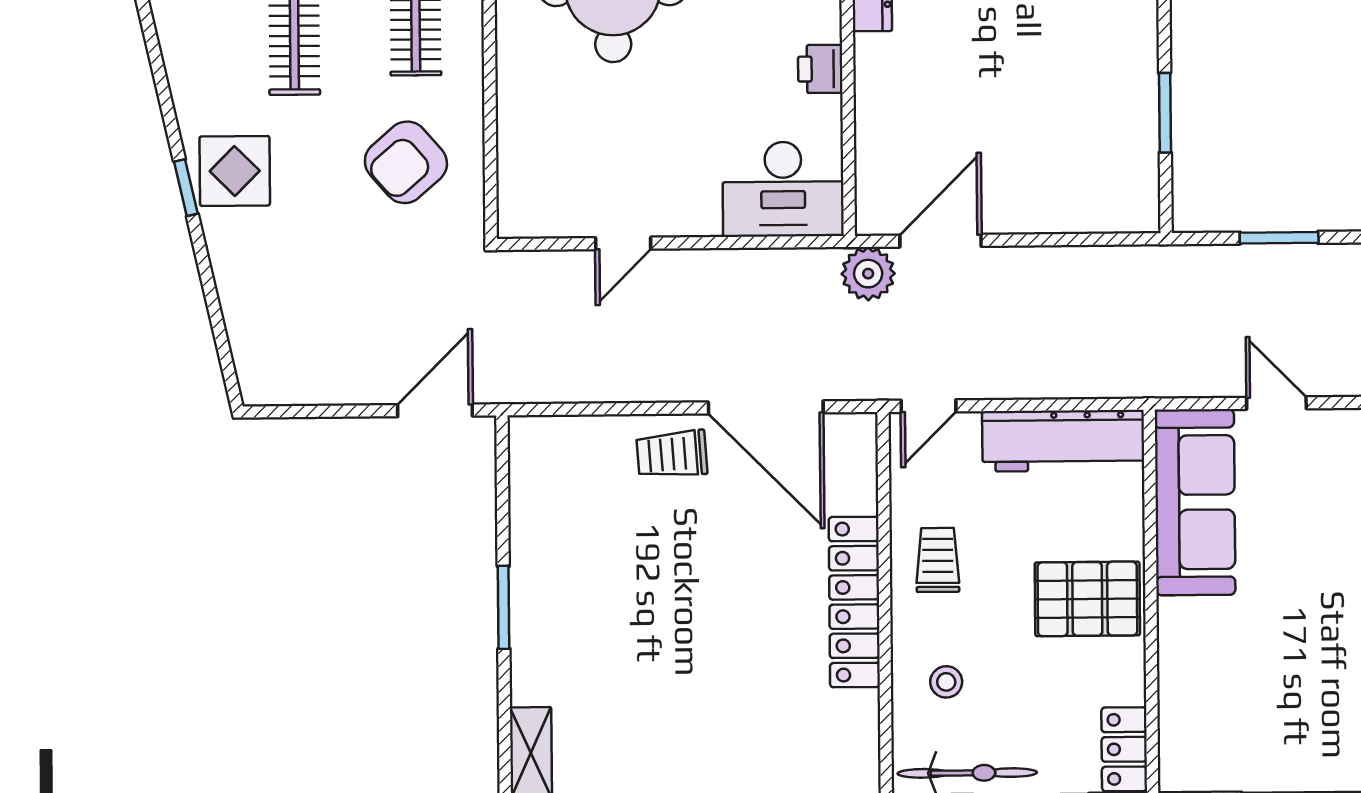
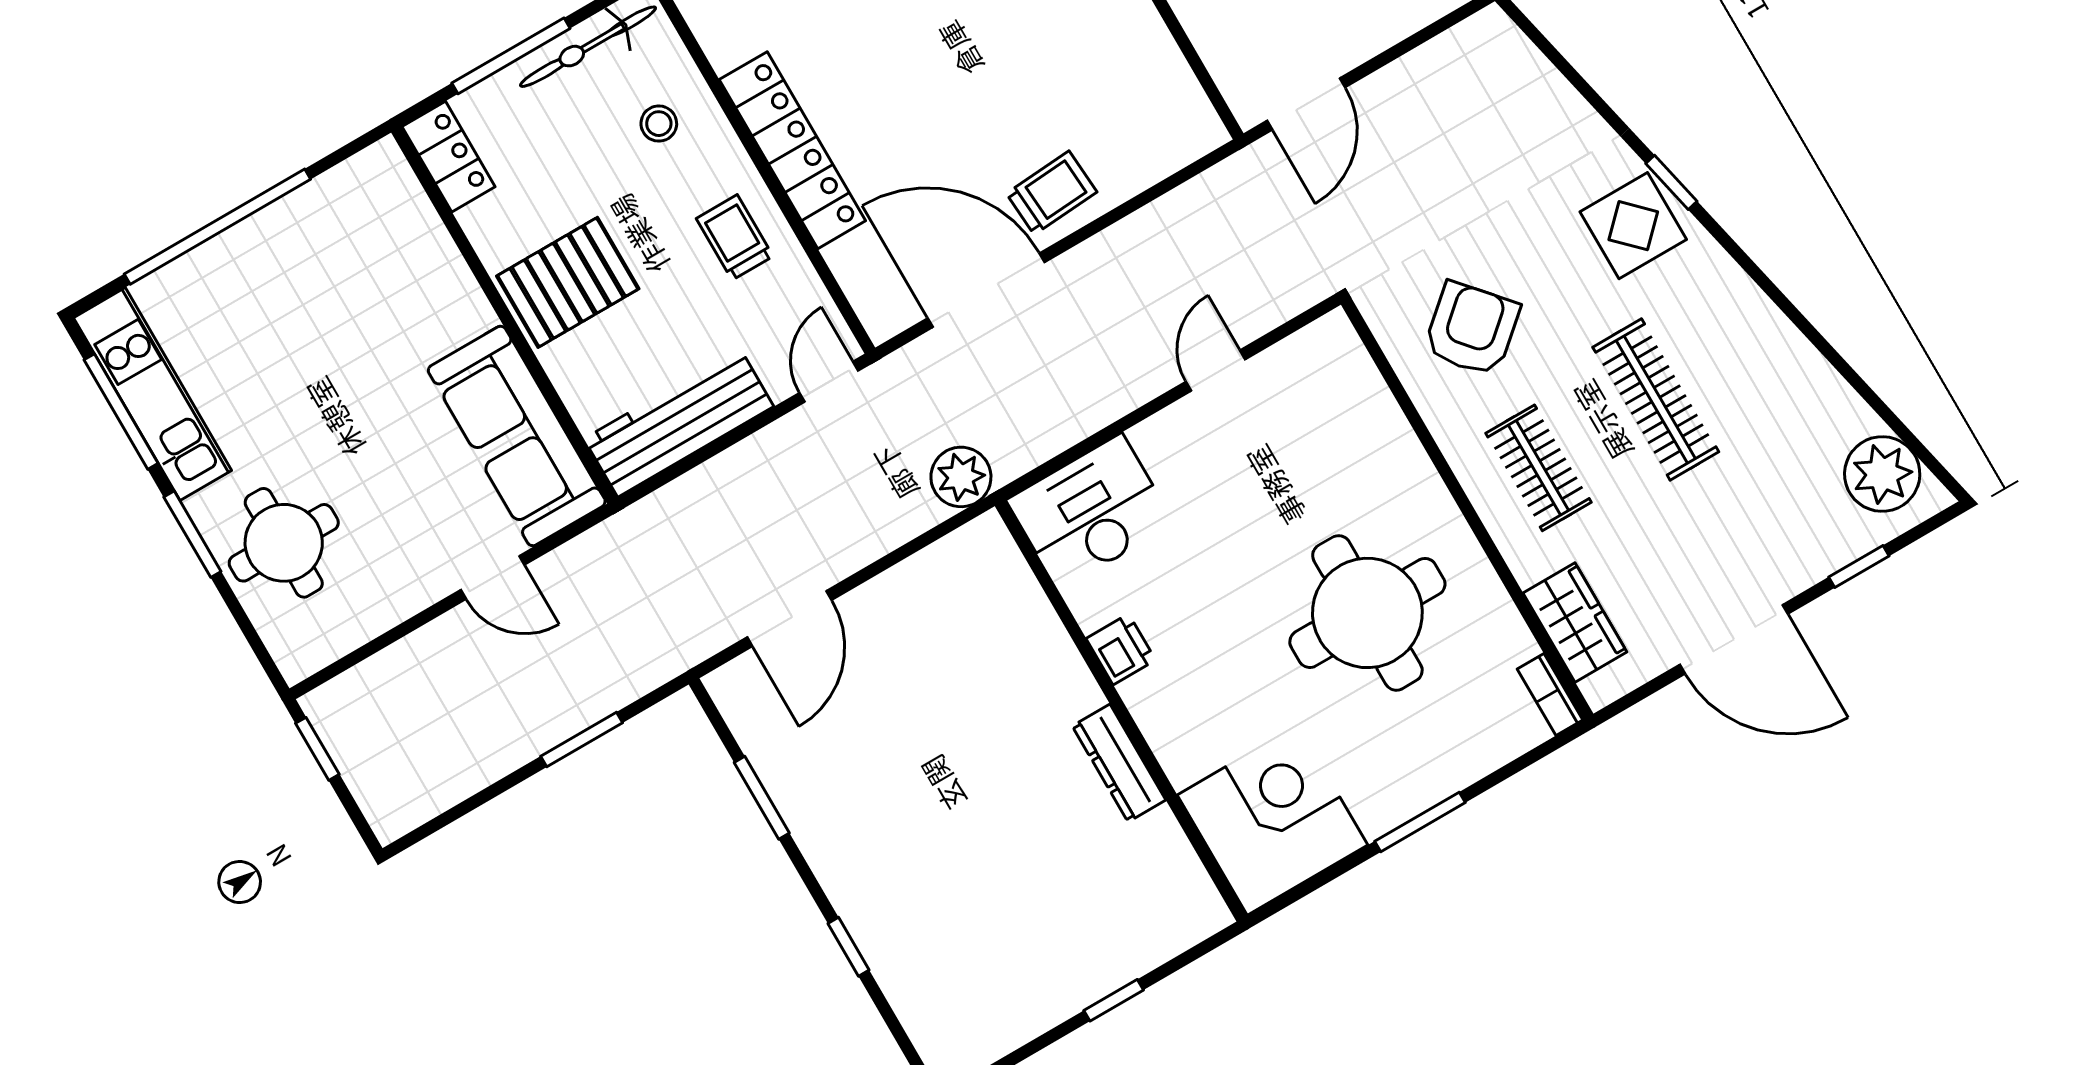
door: (940, 241) -> (789, 619), moved
trolley: (938, 560) -> (735, 237), turned 180

